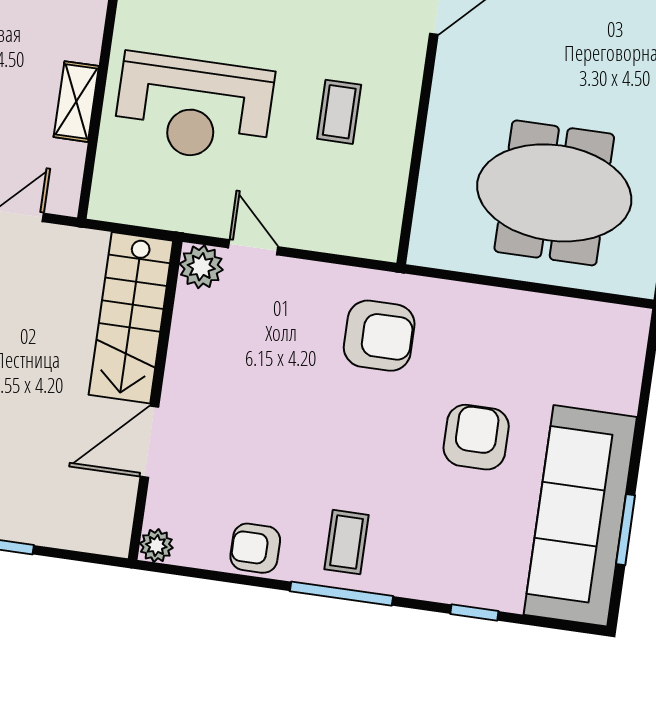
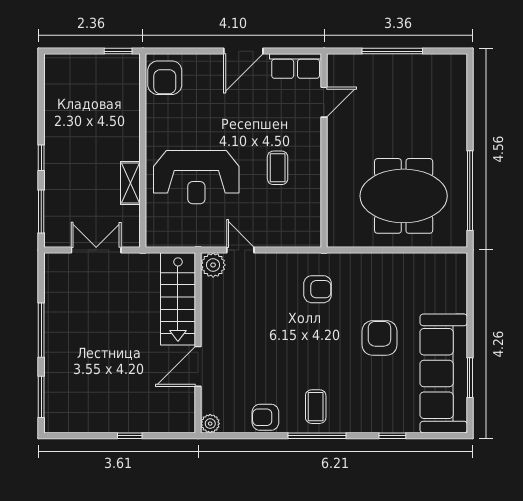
armchair: (379, 336) -> (318, 289), width x0.72, depth x0.72

